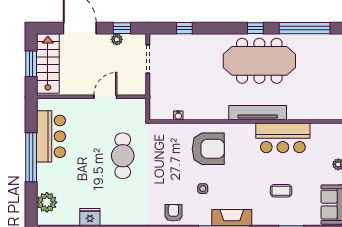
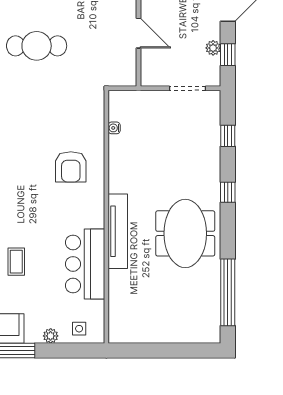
window: (255, 28) -> (228, 192), moved
meeting table: (259, 61) -> (185, 233), width x0.73
armchair: (208, 149) -> (71, 167), width x0.73, depth x0.73
cafe table: (123, 156) -> (37, 46), moved
side table: (203, 189) -> (79, 329), moved

